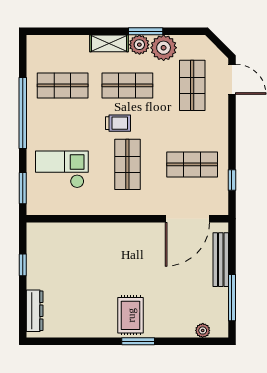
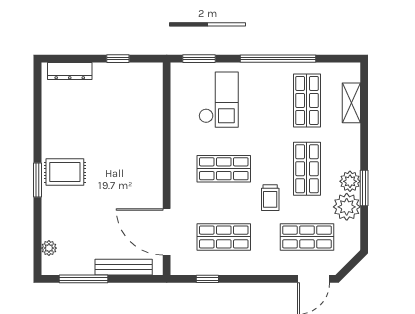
shelving: (109, 43) -> (351, 103), moved
trolley: (118, 123) -> (270, 198), moved
shop shelf: (192, 164) -> (224, 237), turned 90

